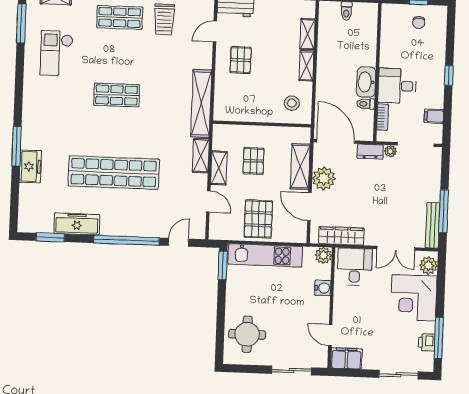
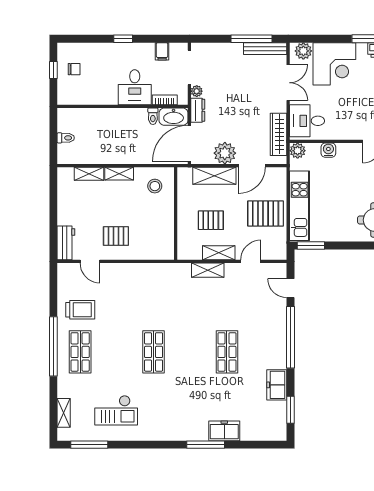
washbasin: (366, 82) -> (174, 117), moved
shelving: (201, 103) -> (158, 272), removed
shop shelf: (114, 173) -> (227, 352), width x0.50, depth x0.74
freezer: (77, 224) -> (277, 385), width x0.71

